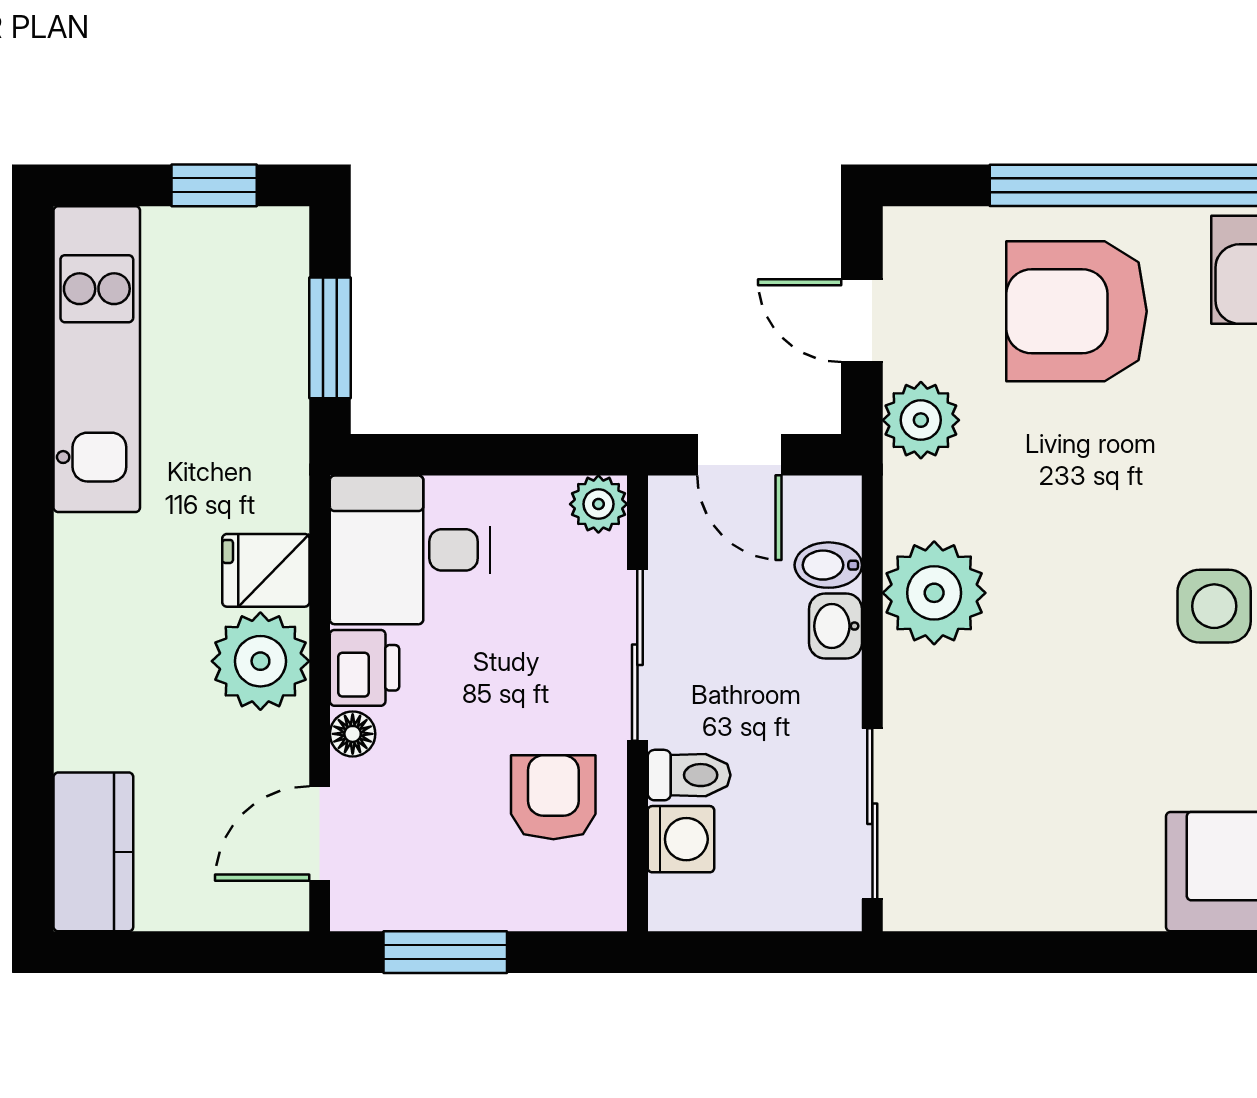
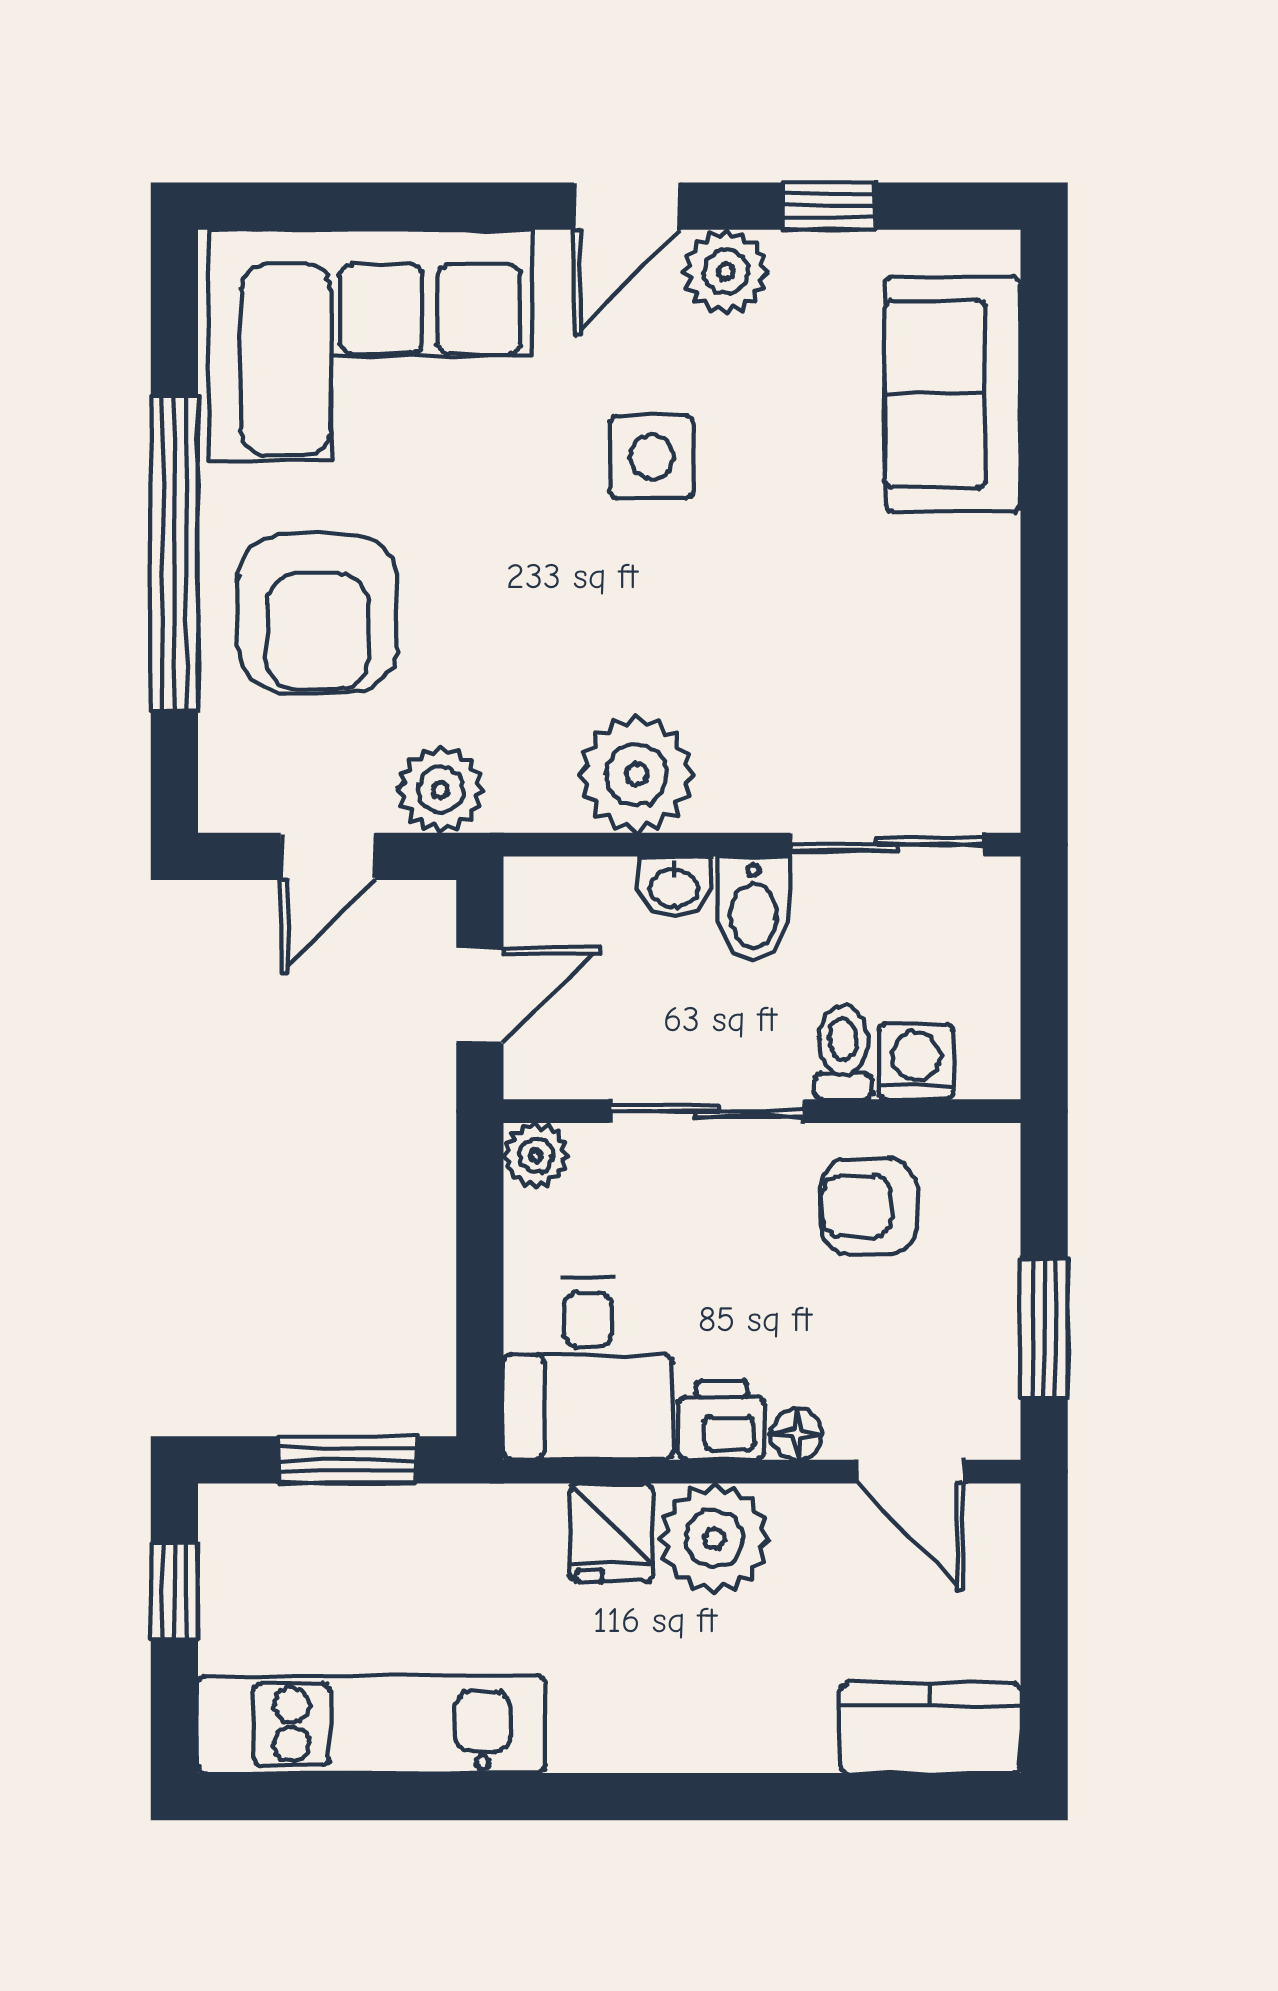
bidet: (828, 565) -> (753, 908), moved, width x1.38, depth x1.36

